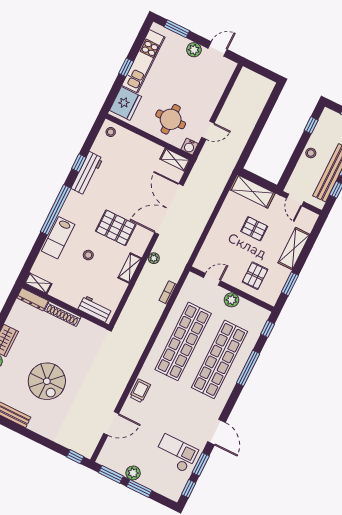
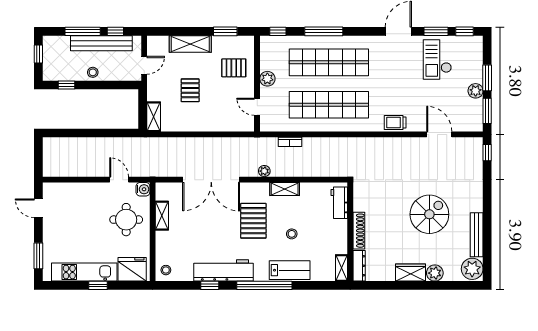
plant: (194, 50) -> (50, 230), removed
shelving: (175, 160) -> (162, 216), moved
workbench: (87, 173) -> (224, 270), width x1.36, depth x1.32
shelving: (252, 191) -> (154, 117), width x0.67, depth x0.75

